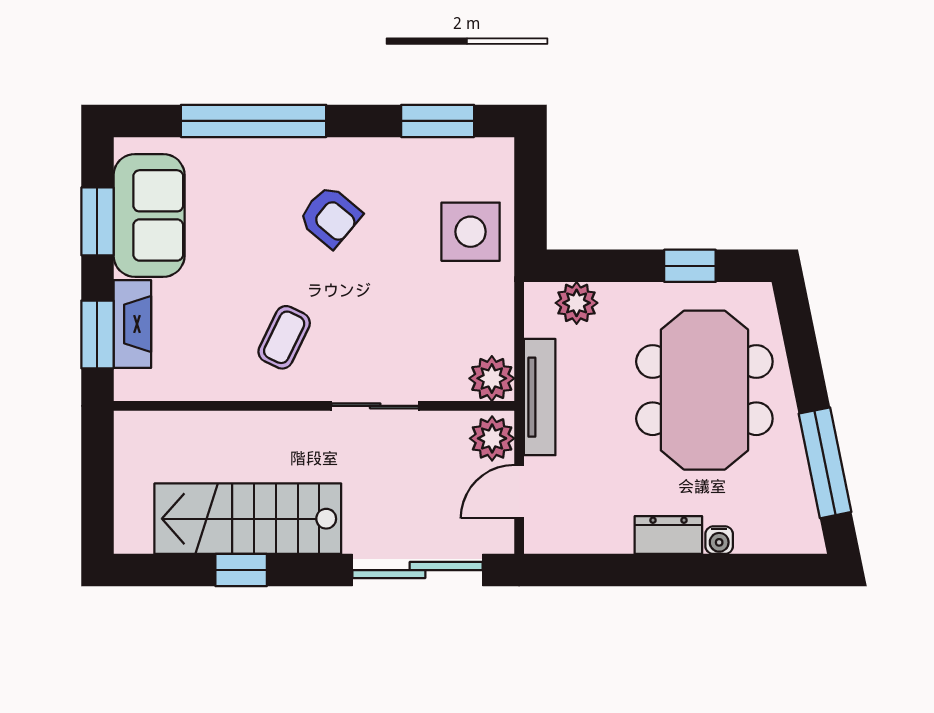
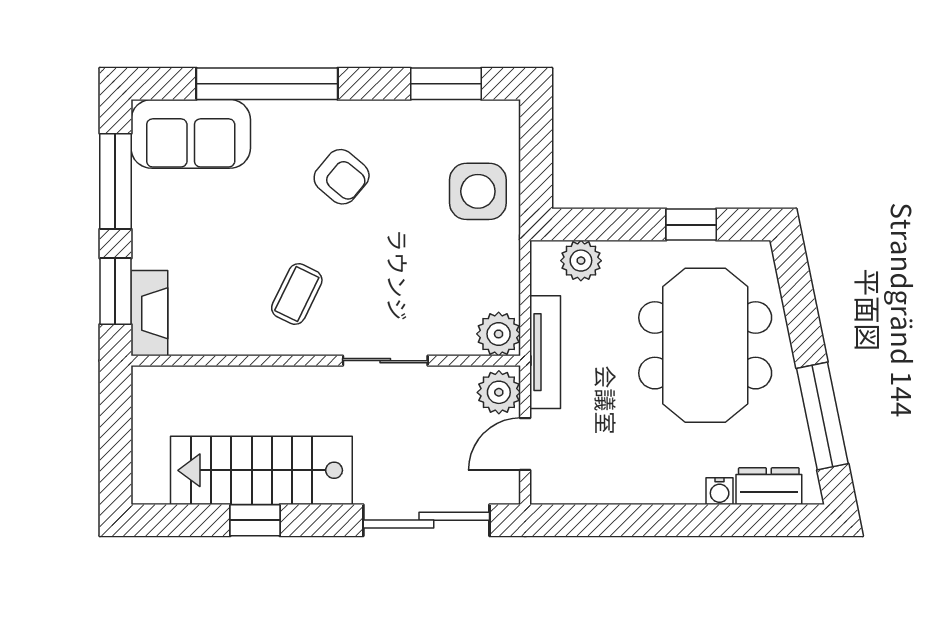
sofa: (149, 215) -> (191, 134), moved, turned 90
window: (97, 221) -> (115, 181), width x1.44
fireplace: (132, 324) -> (149, 313), moved
dresser: (668, 535) -> (769, 486), moved

